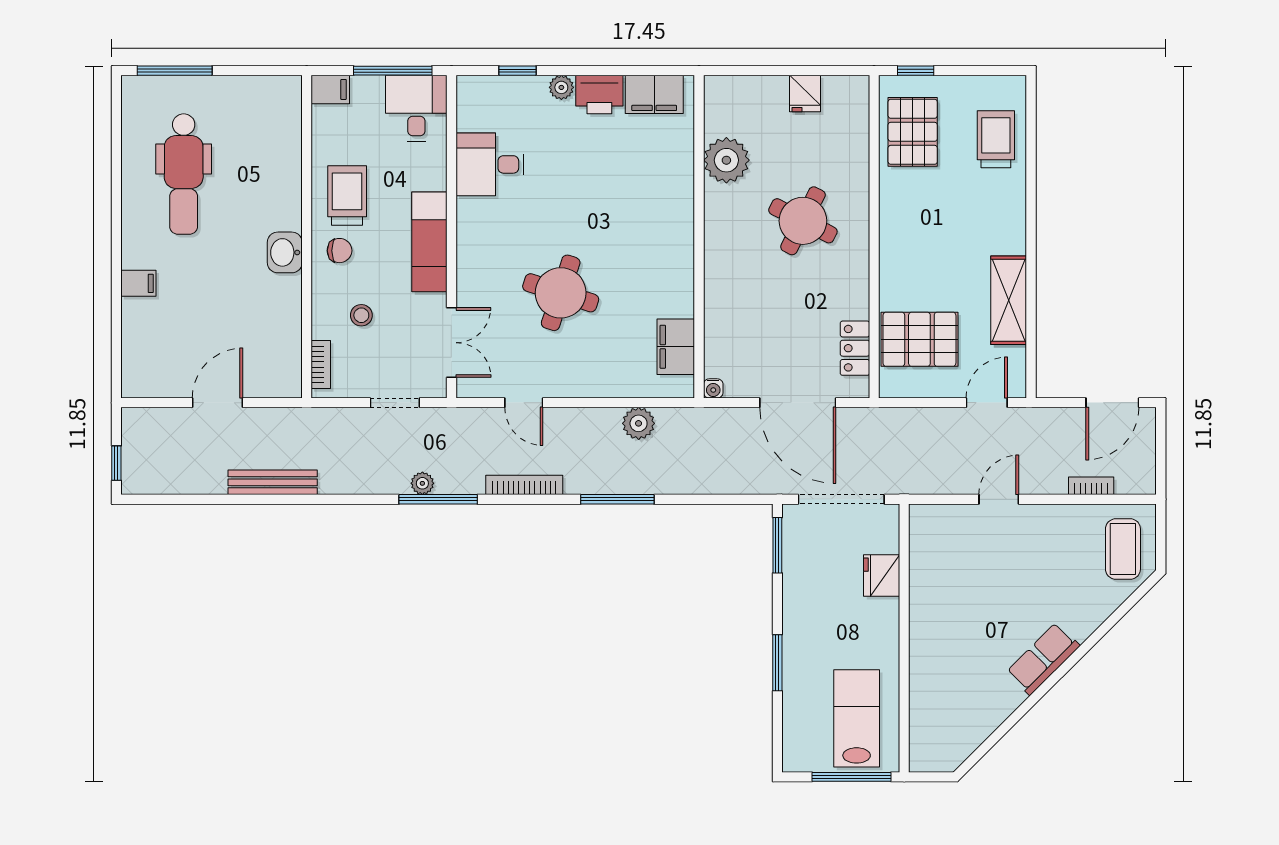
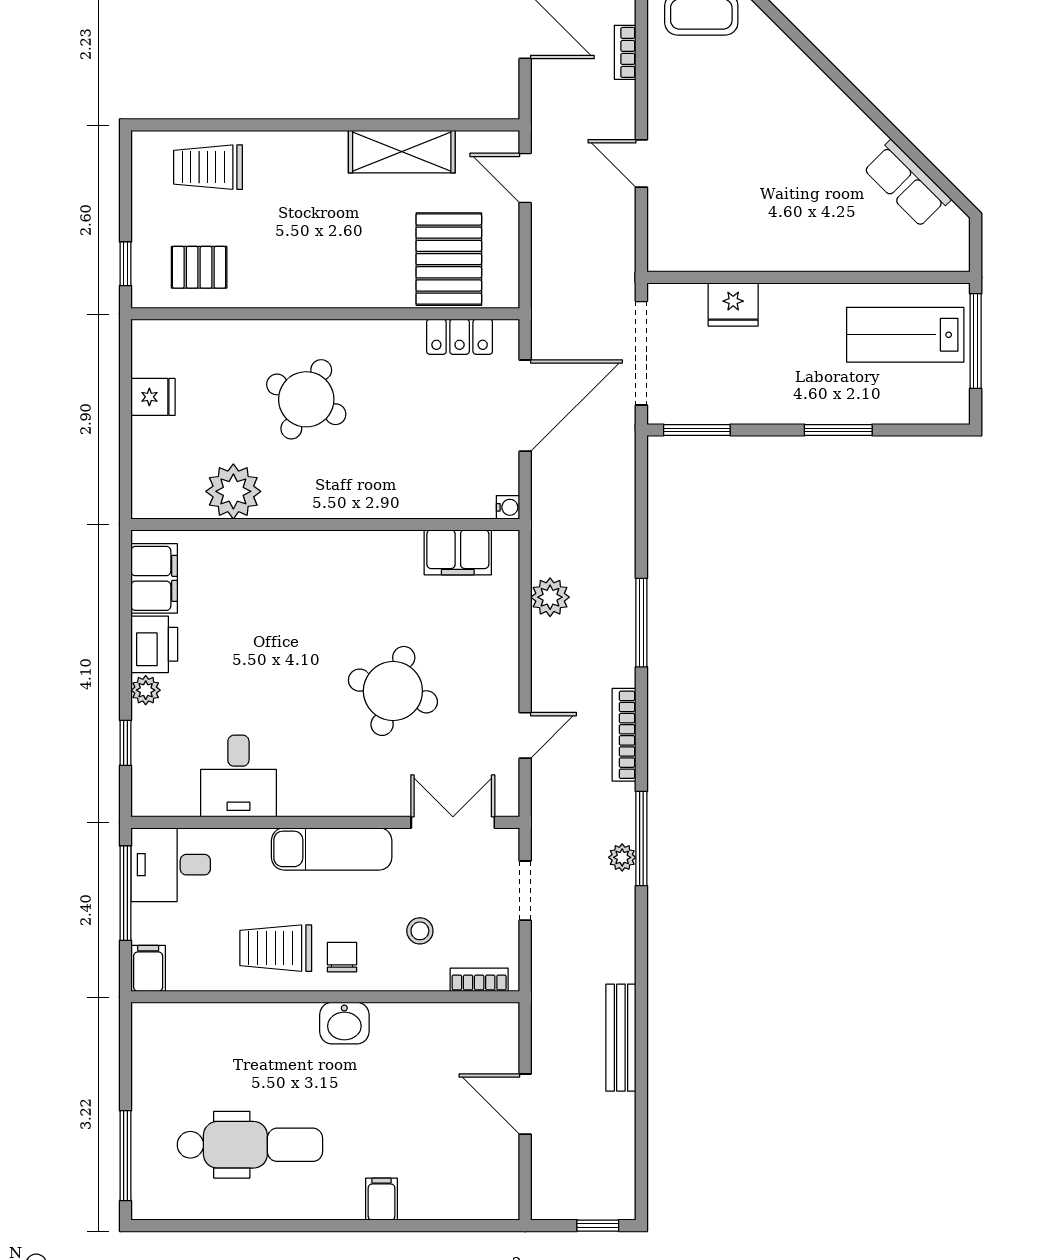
pallet: (913, 132) -> (199, 267), width x0.67, depth x0.71
row of seats: (1043, 659) -> (907, 184), moved

